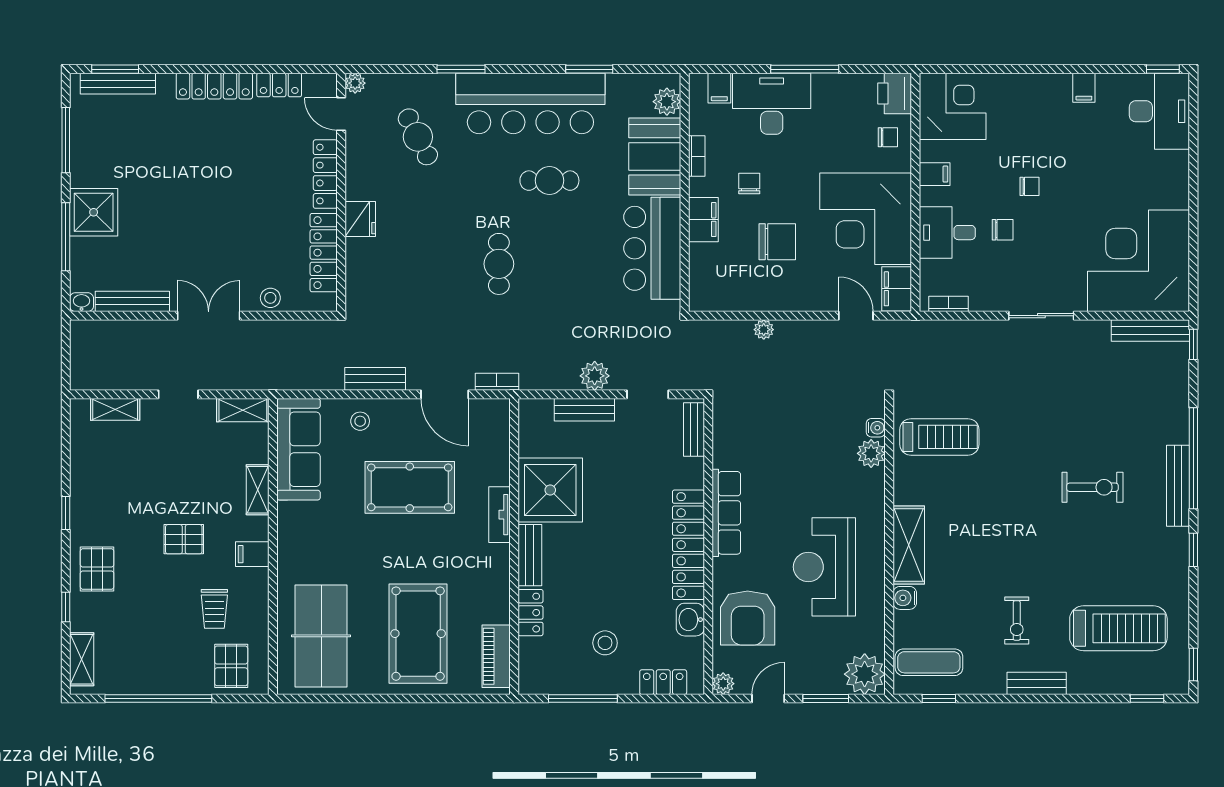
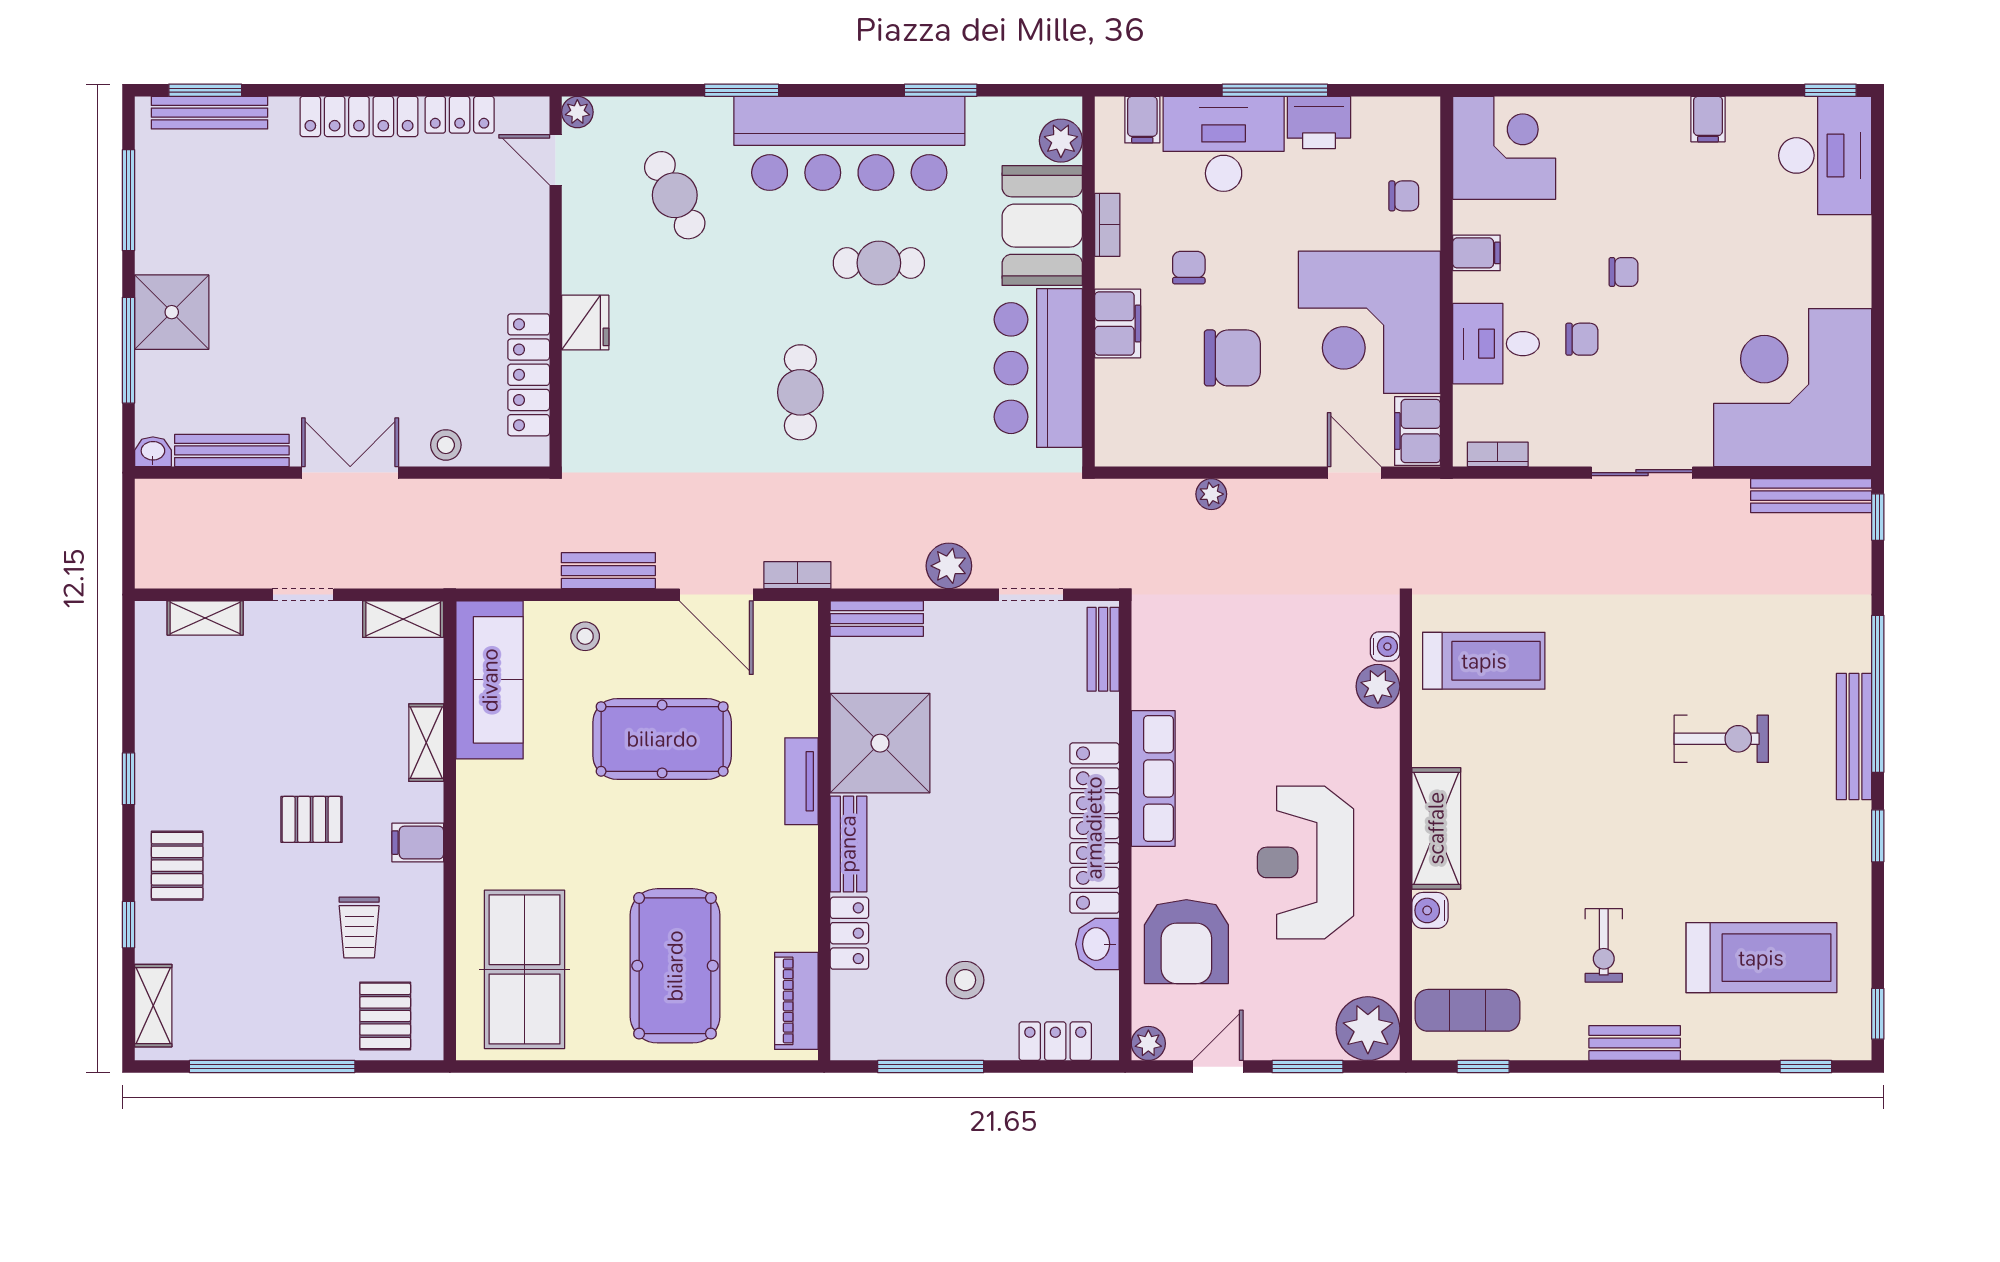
printer: (895, 93) -> (1319, 122), moved, turned -90
locker: (325, 174) -> (531, 253), removed
bench: (584, 410) -> (877, 619), moved

